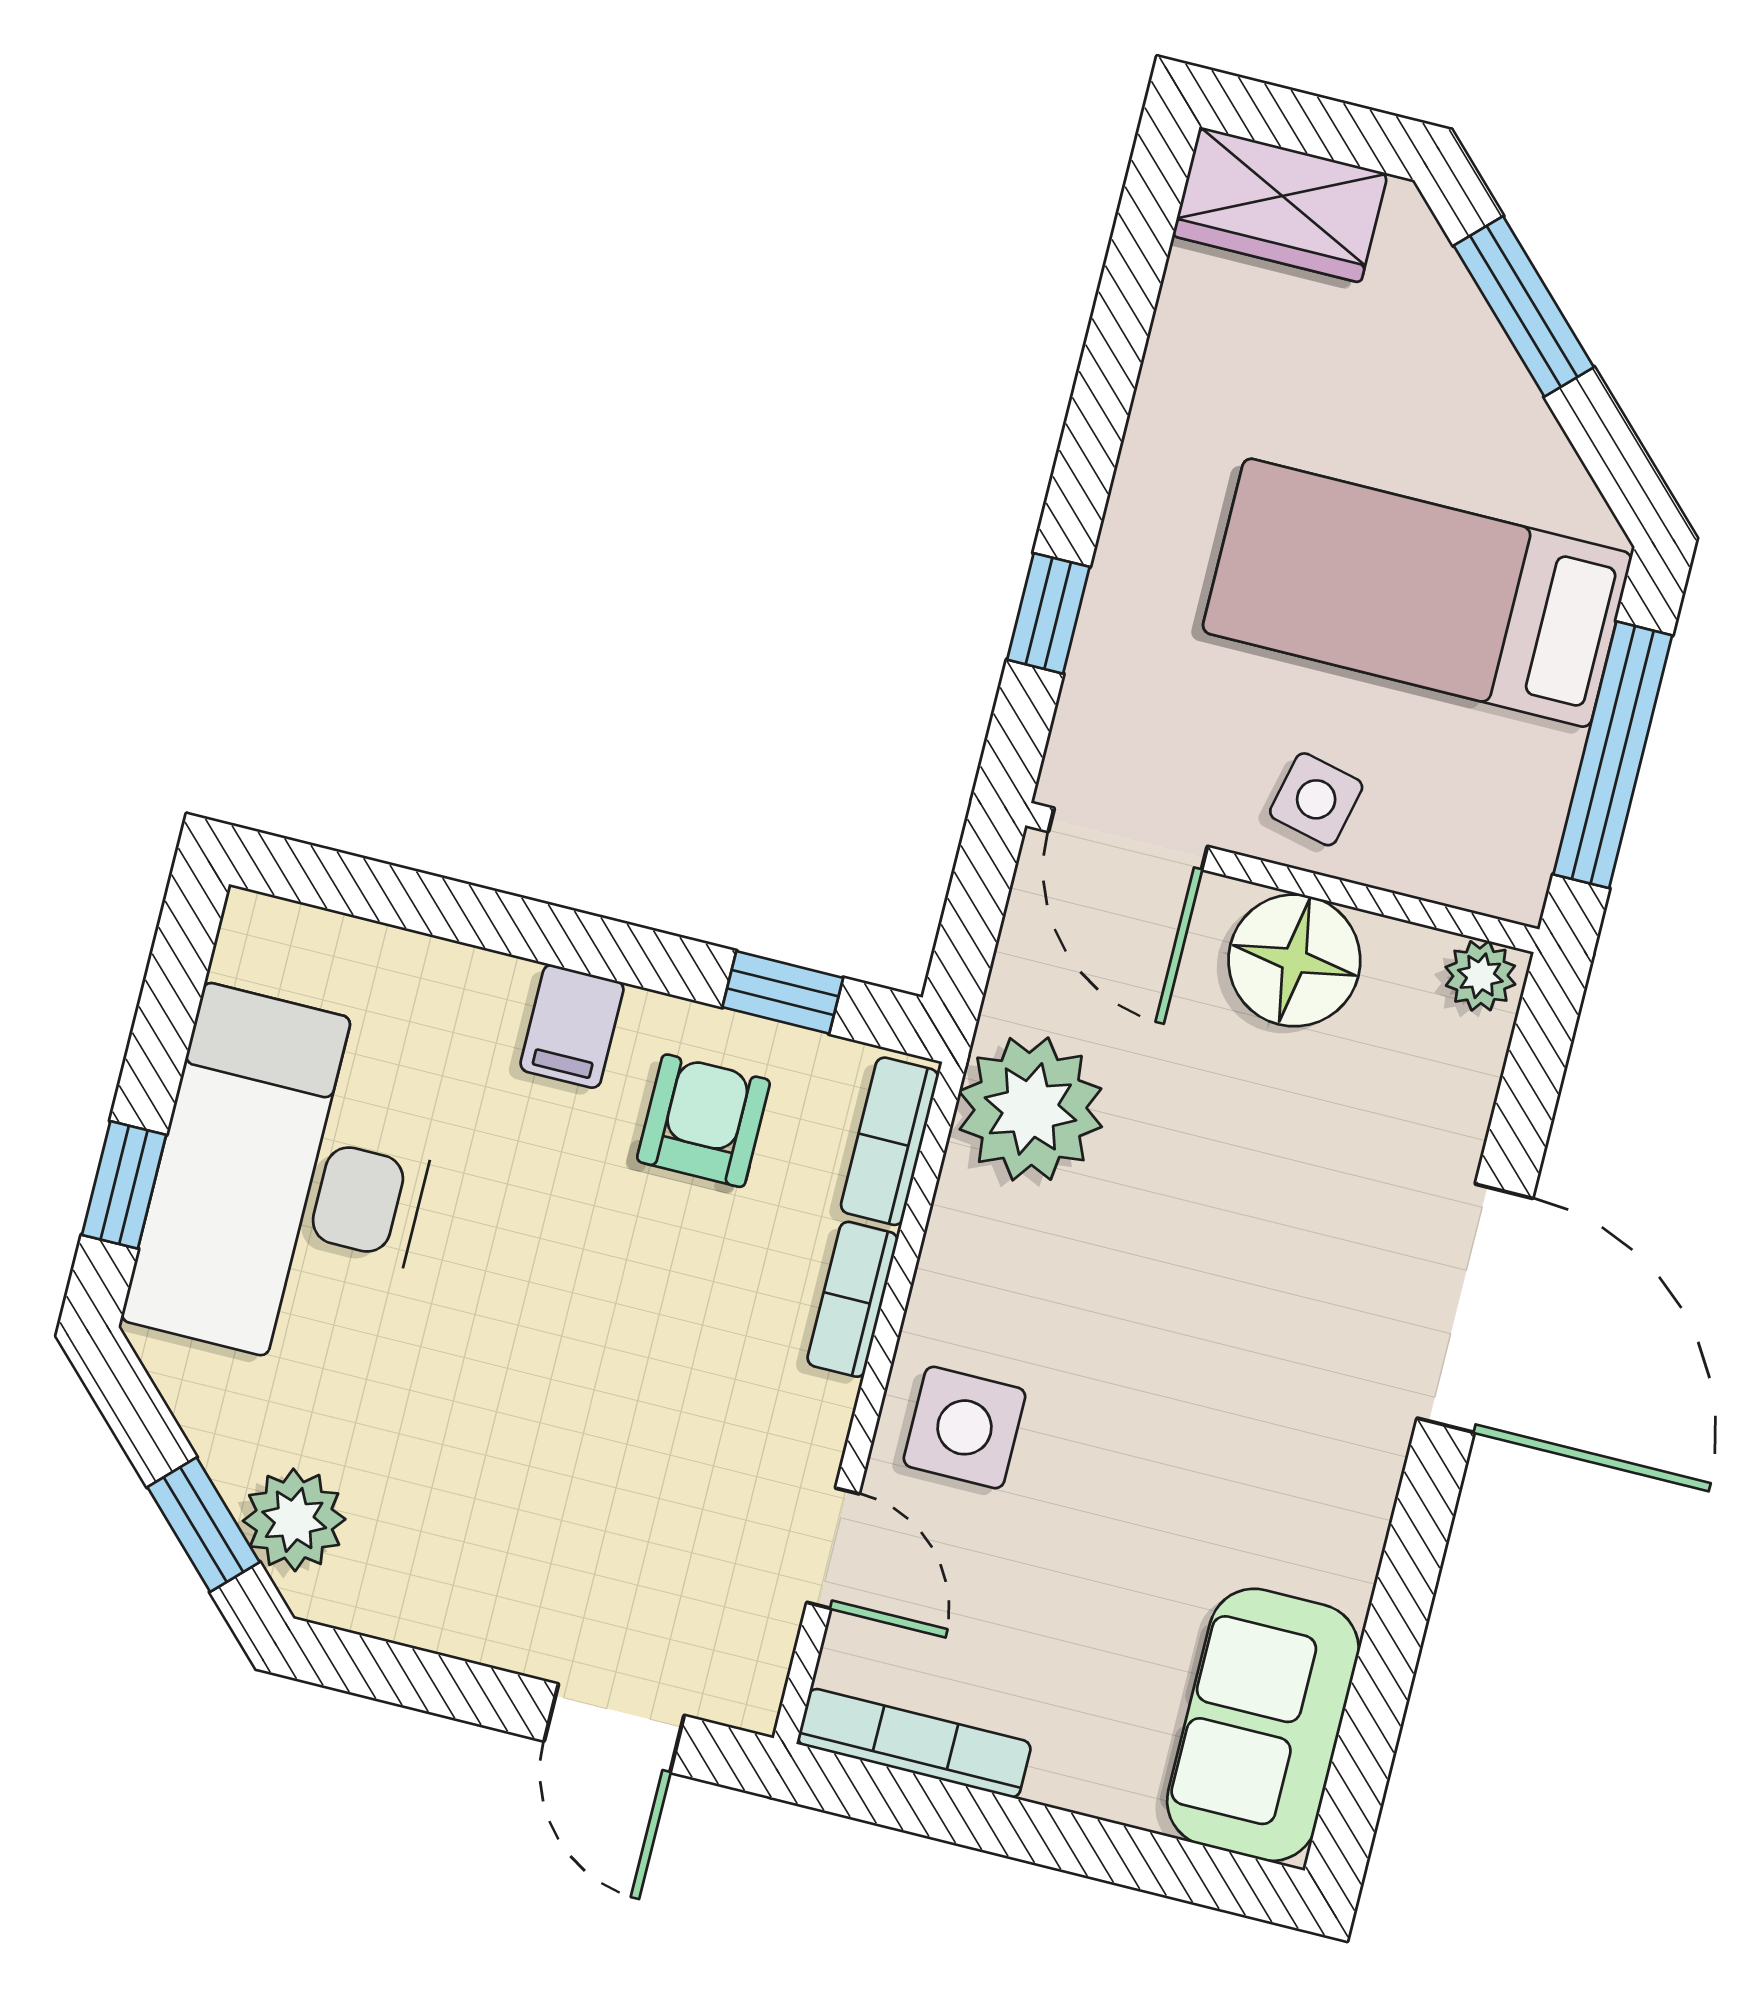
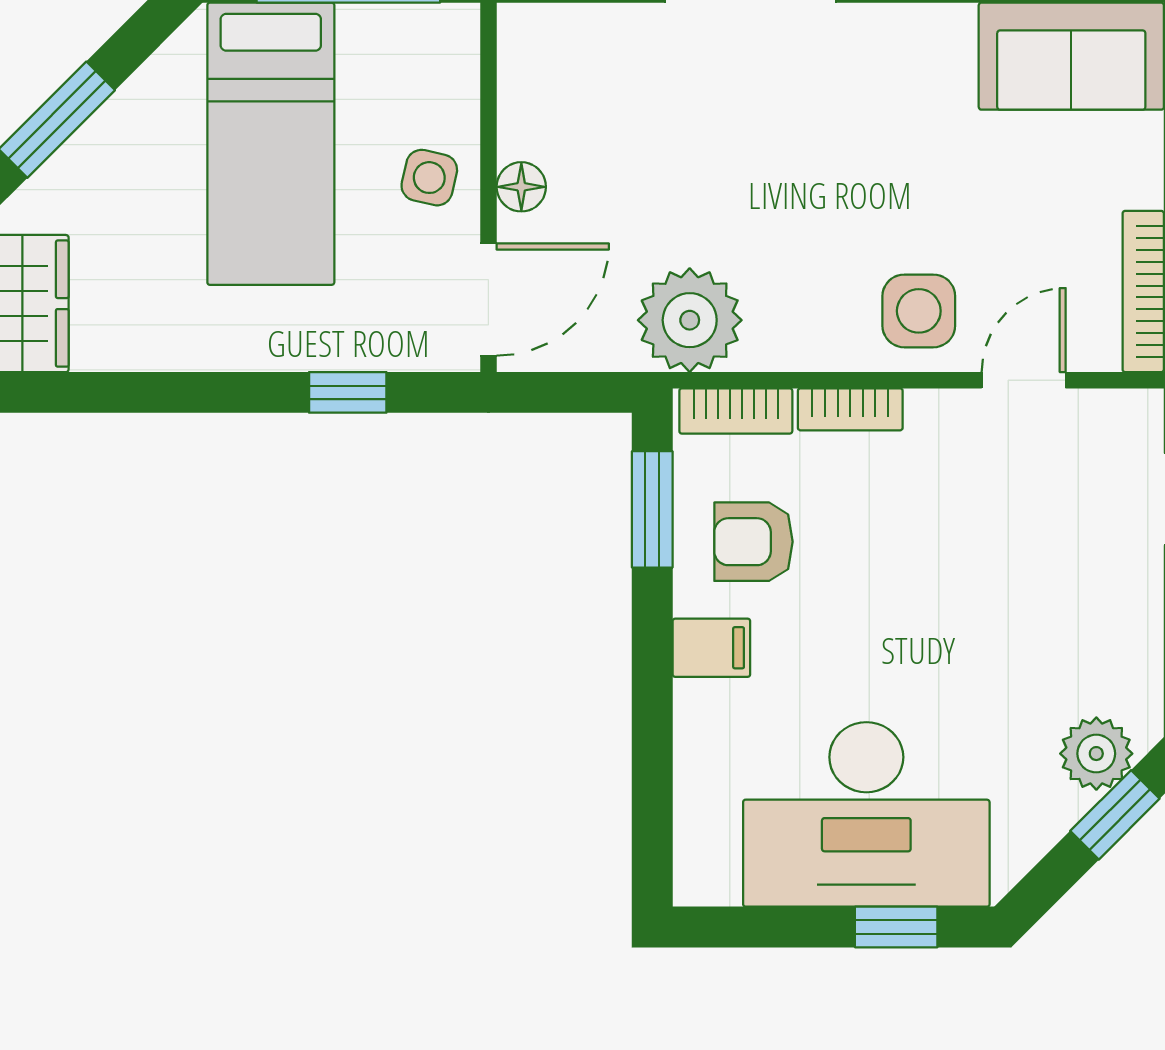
floor lamp: (1294, 960) -> (521, 187), width x0.53, depth x0.53
plant: (1480, 976) -> (522, 35), removed
window: (783, 992) -> (652, 509), width x1.50

